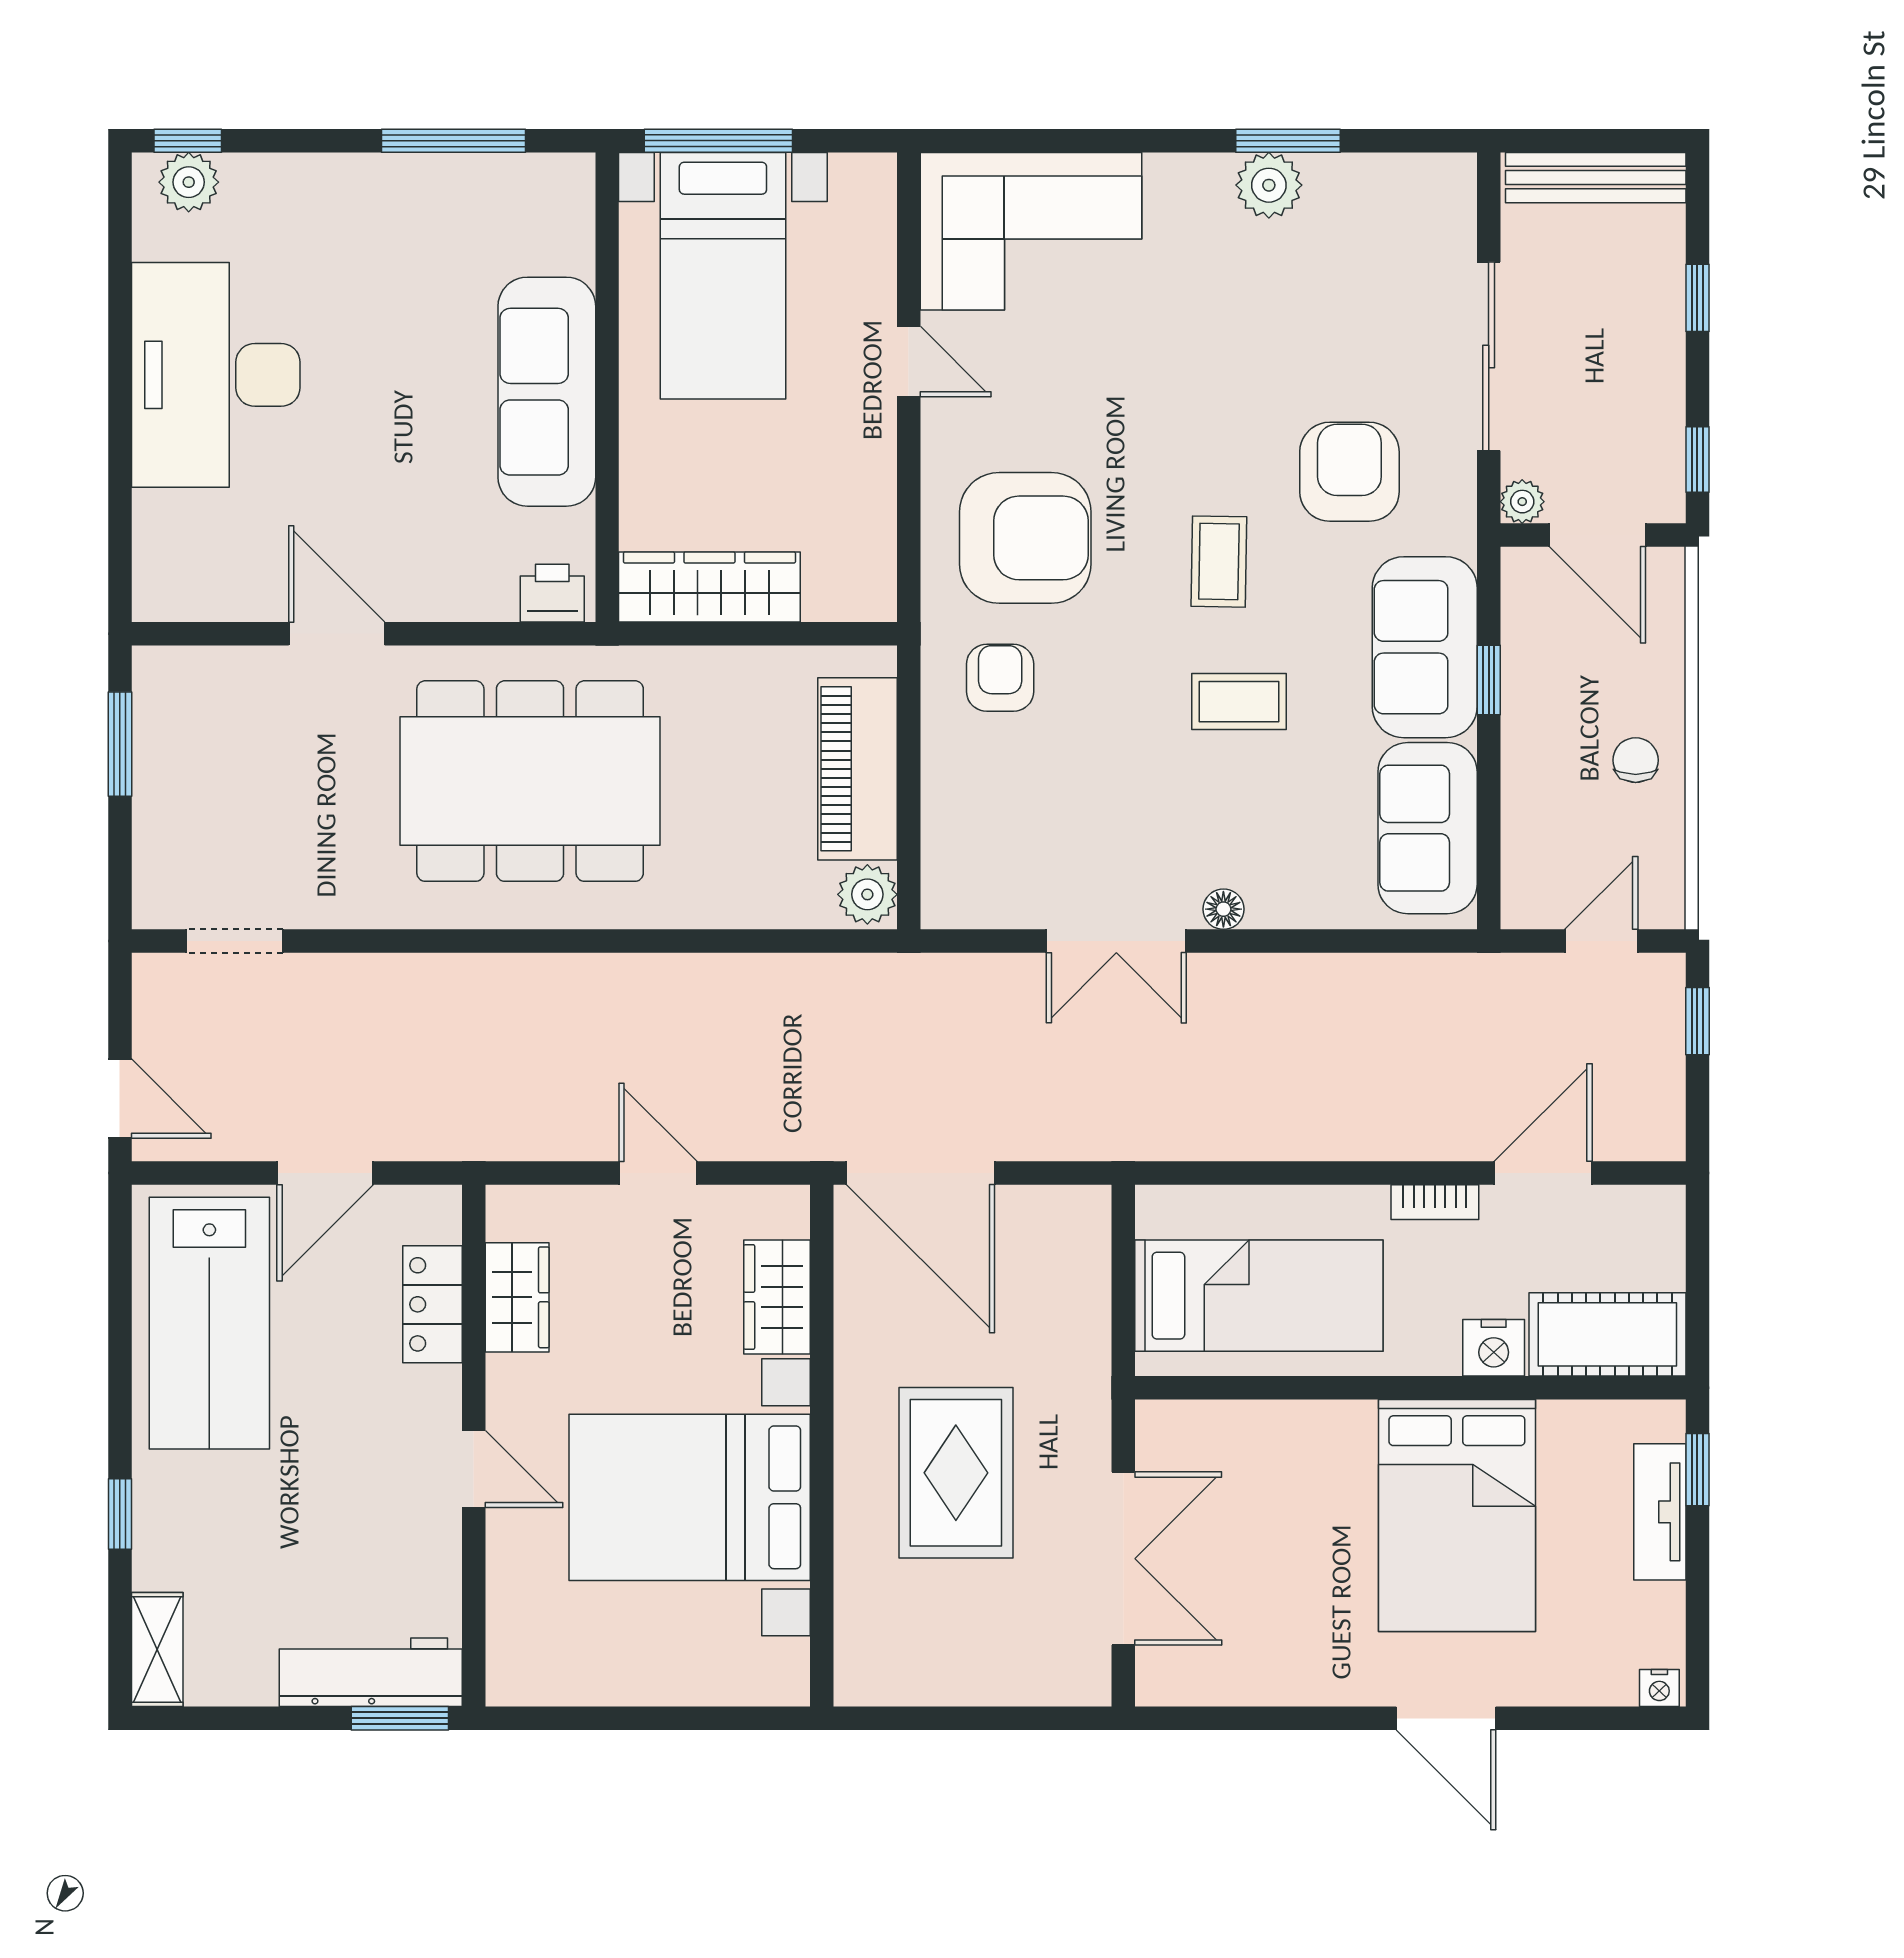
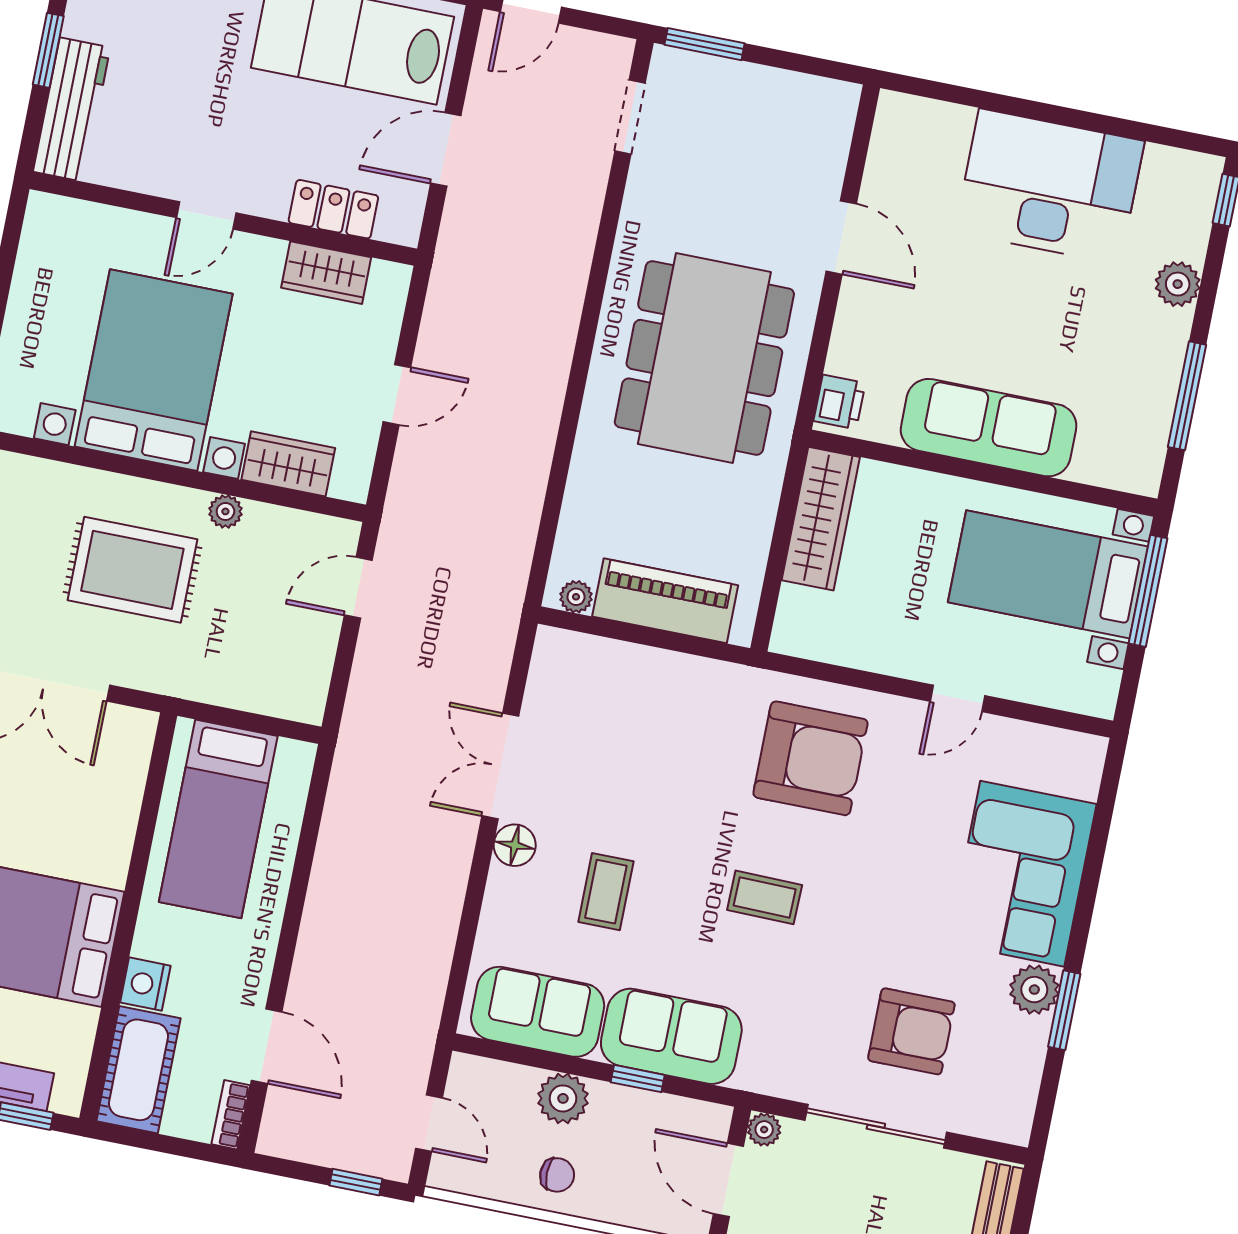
plant: (189, 182) -> (1178, 284), moved
corner sofa: (1031, 231) -> (1022, 874), moved
armchair: (1349, 472) -> (911, 1031), moved
door: (1598, 535) -> (728, 1180), hinge flipped
armchair: (1025, 538) -> (810, 758), turned -90
door: (337, 634) -> (841, 237), hinge flipped
armchair: (1000, 678) -> (711, 719), removed
coffee table: (1239, 702) -> (606, 892), moved
window: (120, 744) -> (705, 44), moved
plant: (1534, 772) -> (563, 1098), added
plant: (867, 894) -> (576, 597), width x0.73, depth x0.73
floor lamp: (1223, 909) -> (515, 845), width x1.37, depth x1.37
door: (325, 1173) -> (446, 150), hinge flipped
door: (920, 1173) -> (358, 588), width x0.53
bookcase: (1435, 1202) -> (231, 1115), moved
plant: (856, 1367) -> (225, 511), added
window: (400, 1718) -> (48, 50), moved

